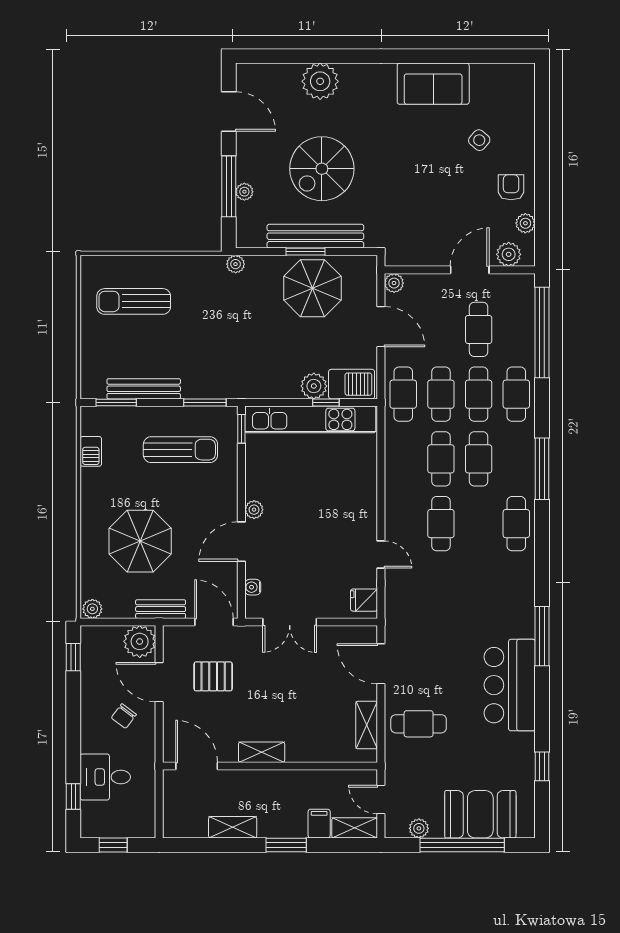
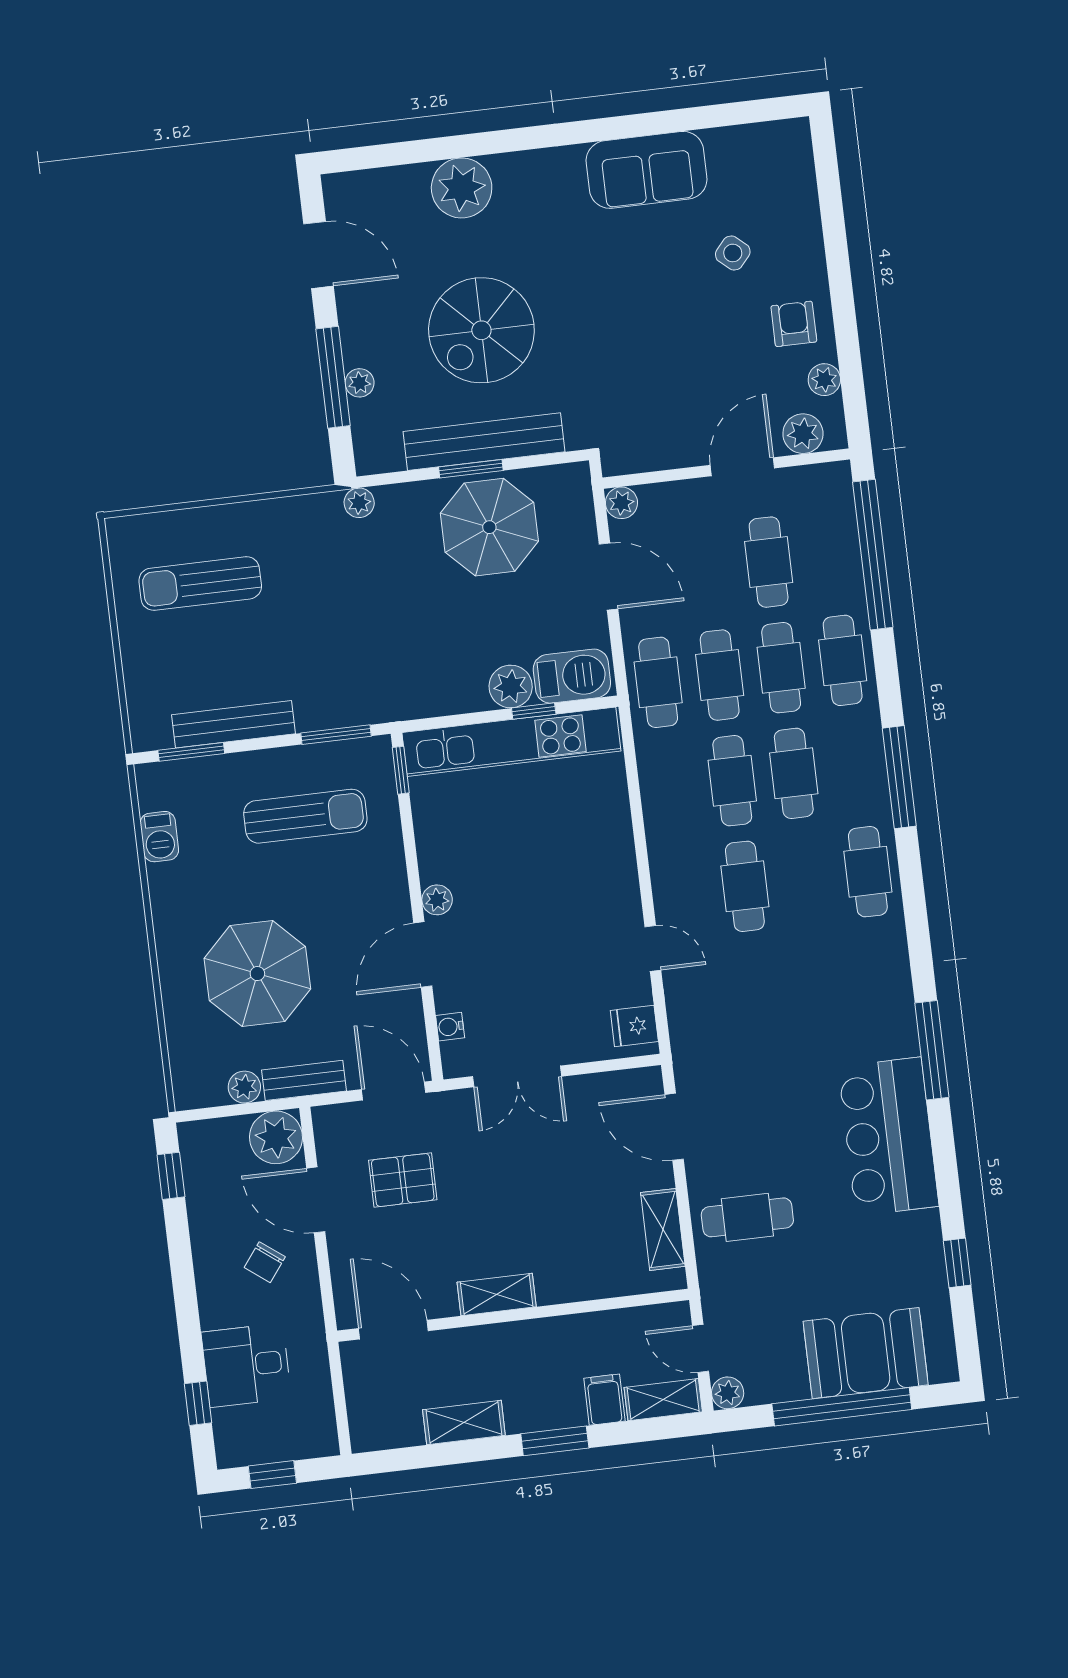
plant: (92, 609) -> (244, 1087), moved
plant: (419, 828) -> (728, 1393), moved

